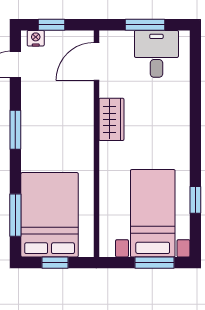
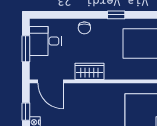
chair: (176, 112) -> (84, 28), added
window: (195, 200) -> (116, 15), moved

